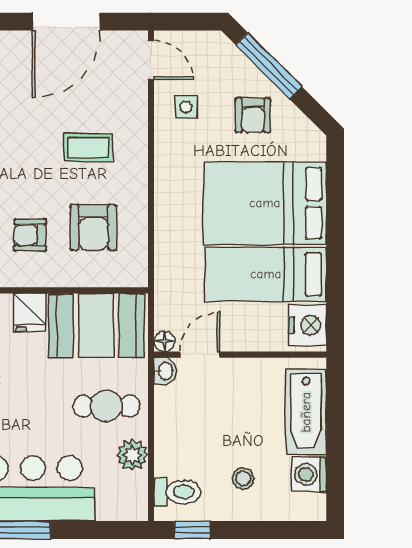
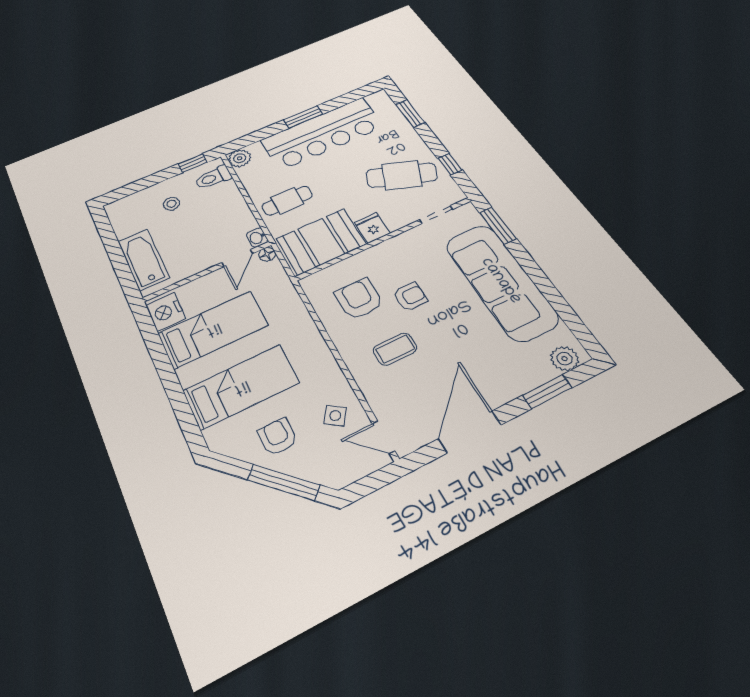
side table: (186, 107) -> (335, 416), turned 35
bed: (265, 203) -> (241, 387), width x0.67
armchair: (30, 235) -> (410, 297), moved
plant: (133, 455) -> (240, 158), moved
washing machine: (309, 474) -> (126, 226), removed

